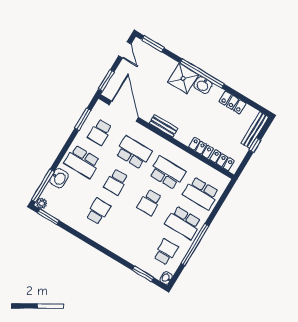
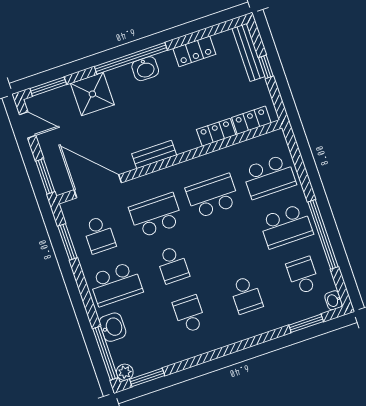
shower: (183, 78) -> (92, 94), moved
school desk: (150, 202) -> (246, 295), moved

